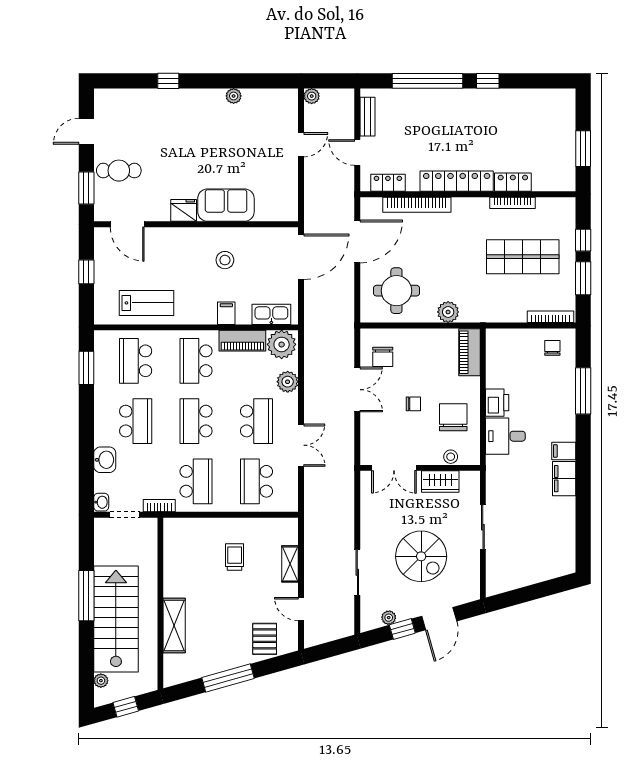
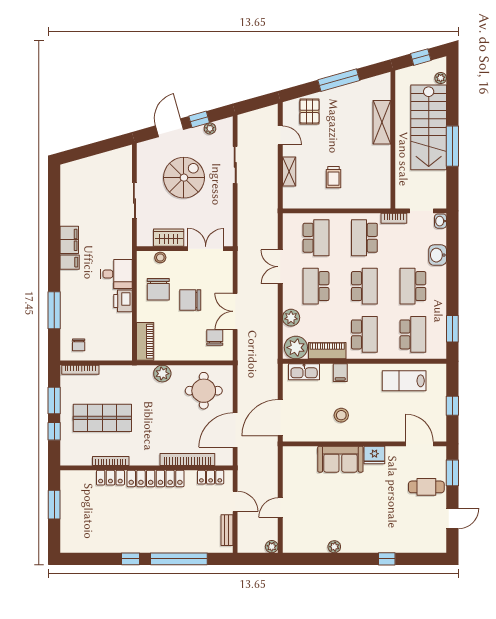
chair: (413, 404) -> (190, 300), width x1.87, depth x1.87
spiral stairs: (421, 556) -> (184, 178), turned 90

